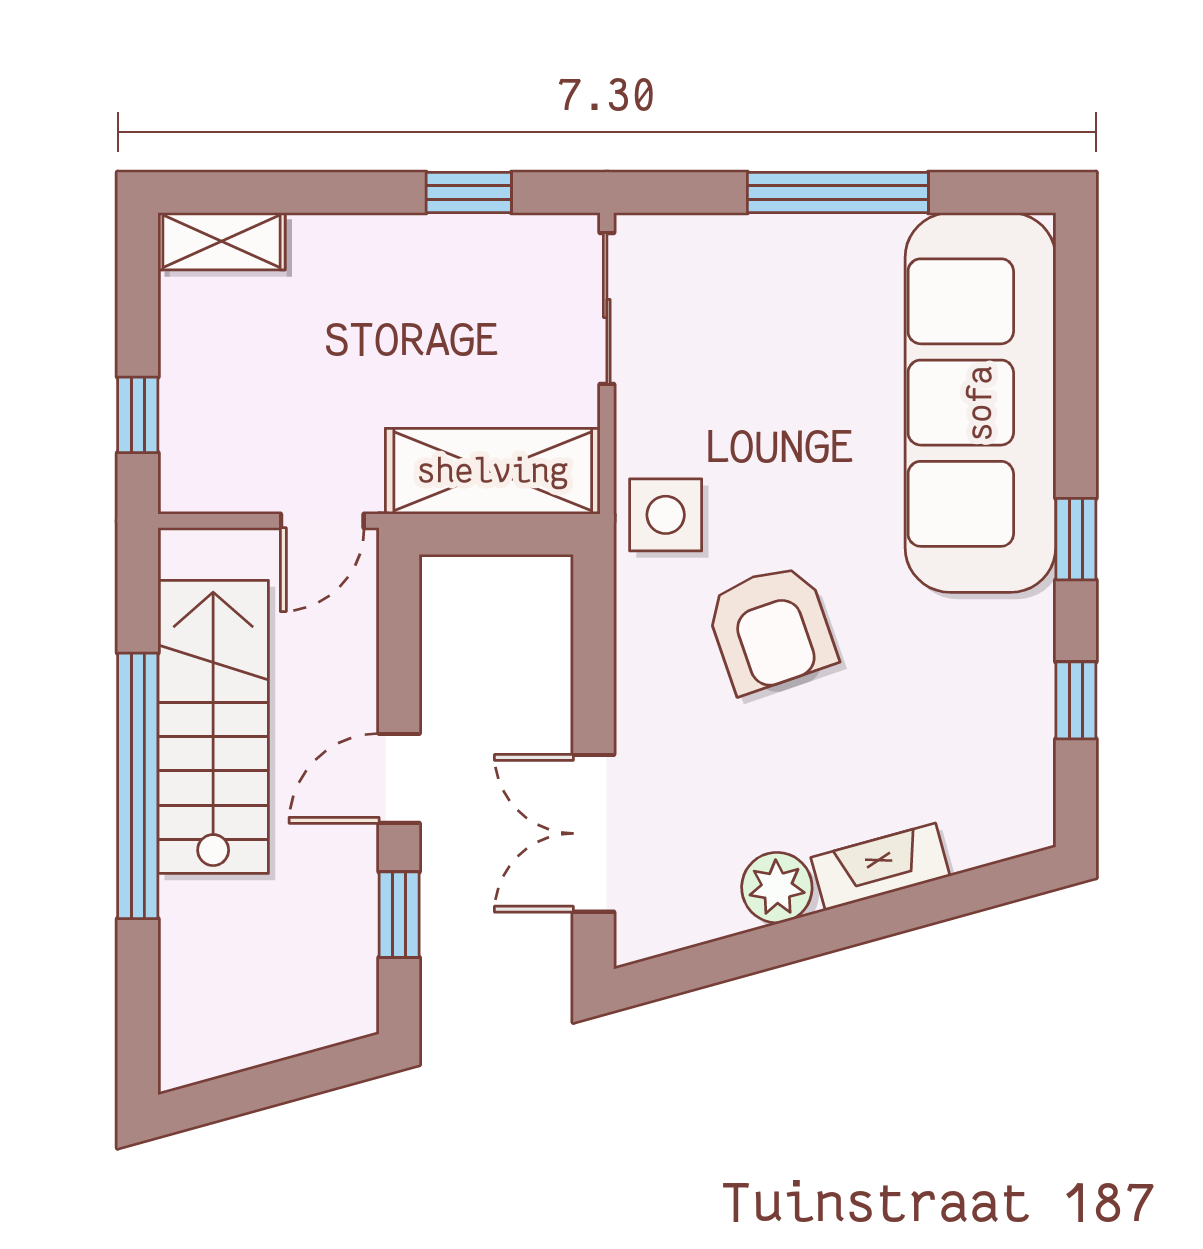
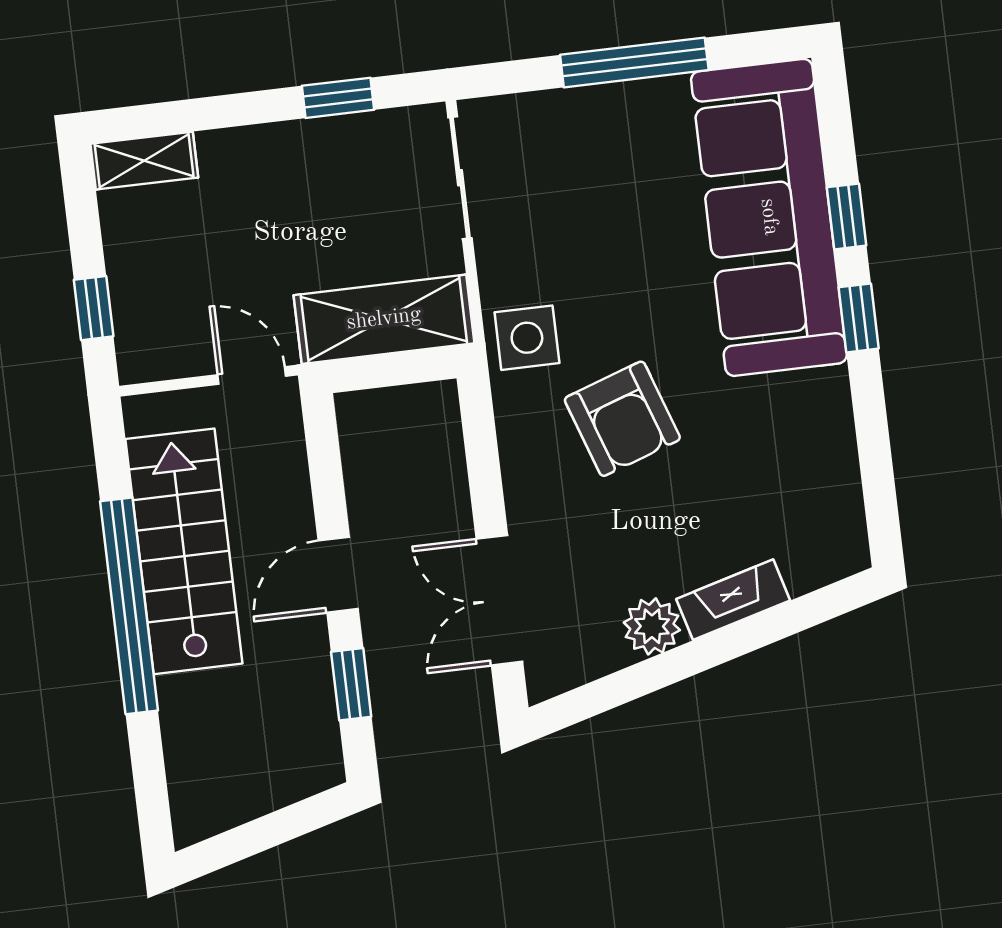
door: (322, 521) -> (252, 375), swing flipped
window: (1076, 700) -> (847, 216), moved

